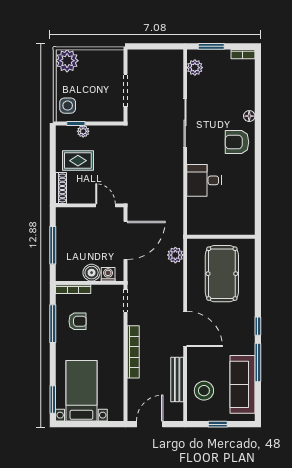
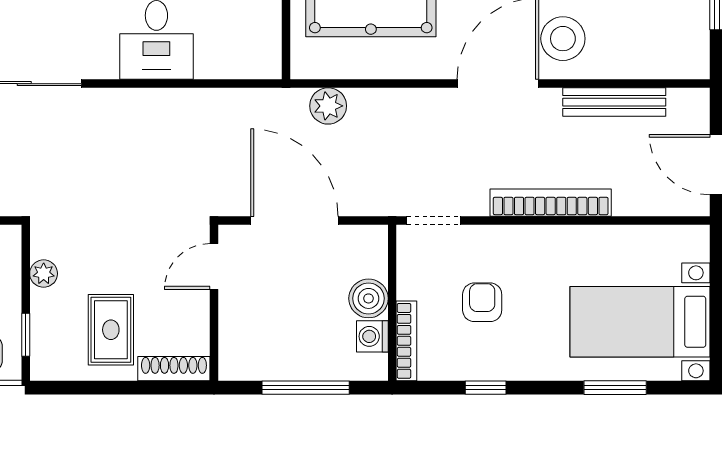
plant: (83, 131) -> (44, 274), moved
washing machine: (108, 274) -> (372, 336), moved
armchair: (77, 321) -> (482, 302), moved
window: (53, 324) -> (486, 388), width x0.46
stool: (204, 391) -> (563, 39), moved
window: (53, 399) -> (615, 388), moved

